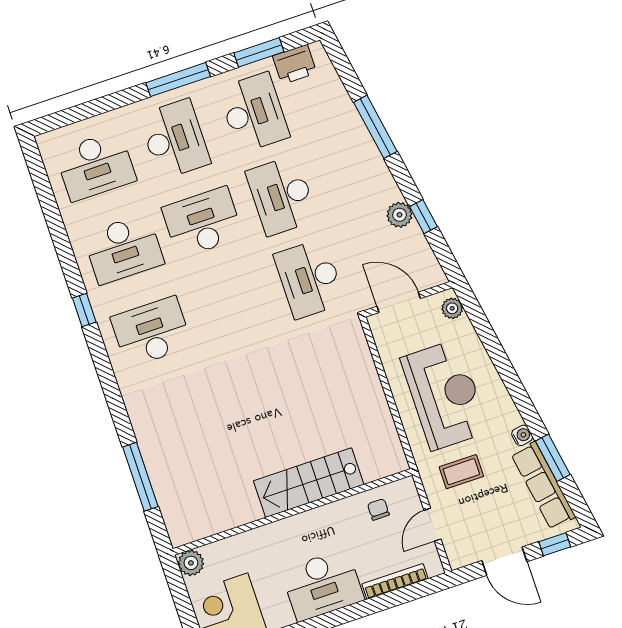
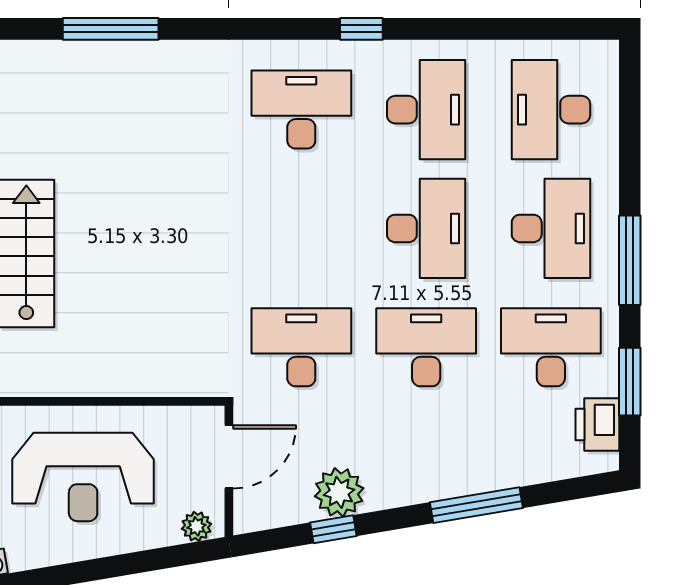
desk: (254, 113) -> (551, 347), turned 180
desk: (175, 139) -> (551, 228), turned -90
plant: (400, 215) -> (339, 492), width x1.36, depth x1.36
desk: (123, 249) -> (426, 110), turned 180
desk: (151, 332) -> (301, 110), turned -90

